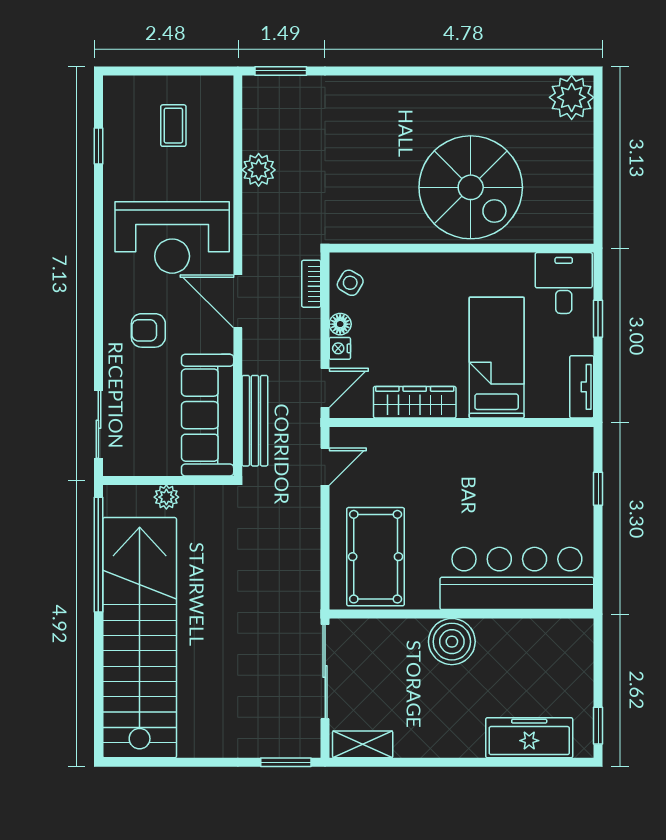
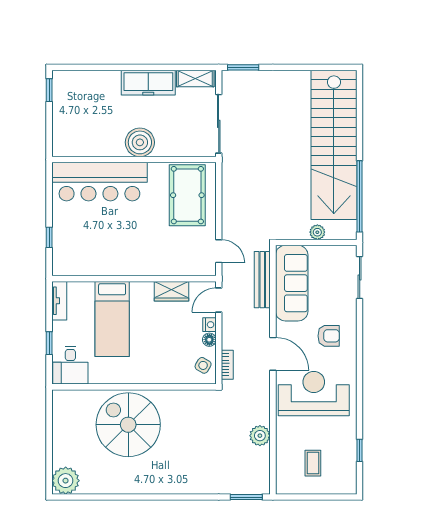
wardrobe: (415, 402) -> (171, 291), width x0.67
door: (325, 467) -> (219, 251), swing flipped
freezer: (529, 738) -> (148, 83), moved

